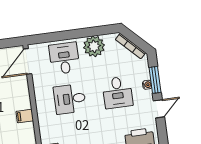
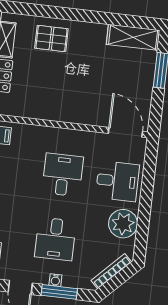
desk: (117, 92) -> (55, 239), turned -90
filing cabinet: (25, 116) -> (55, 111), removed

